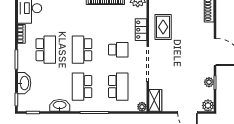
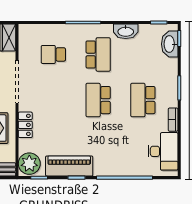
school desk: (82, 50) -> (98, 100), turned 180
school desk: (118, 50) -> (53, 100), removed
washbasin: (24, 83) -> (170, 44), moved
school desk: (118, 87) -> (53, 54), width x0.54
plant: (142, 107) -> (24, 30), removed

